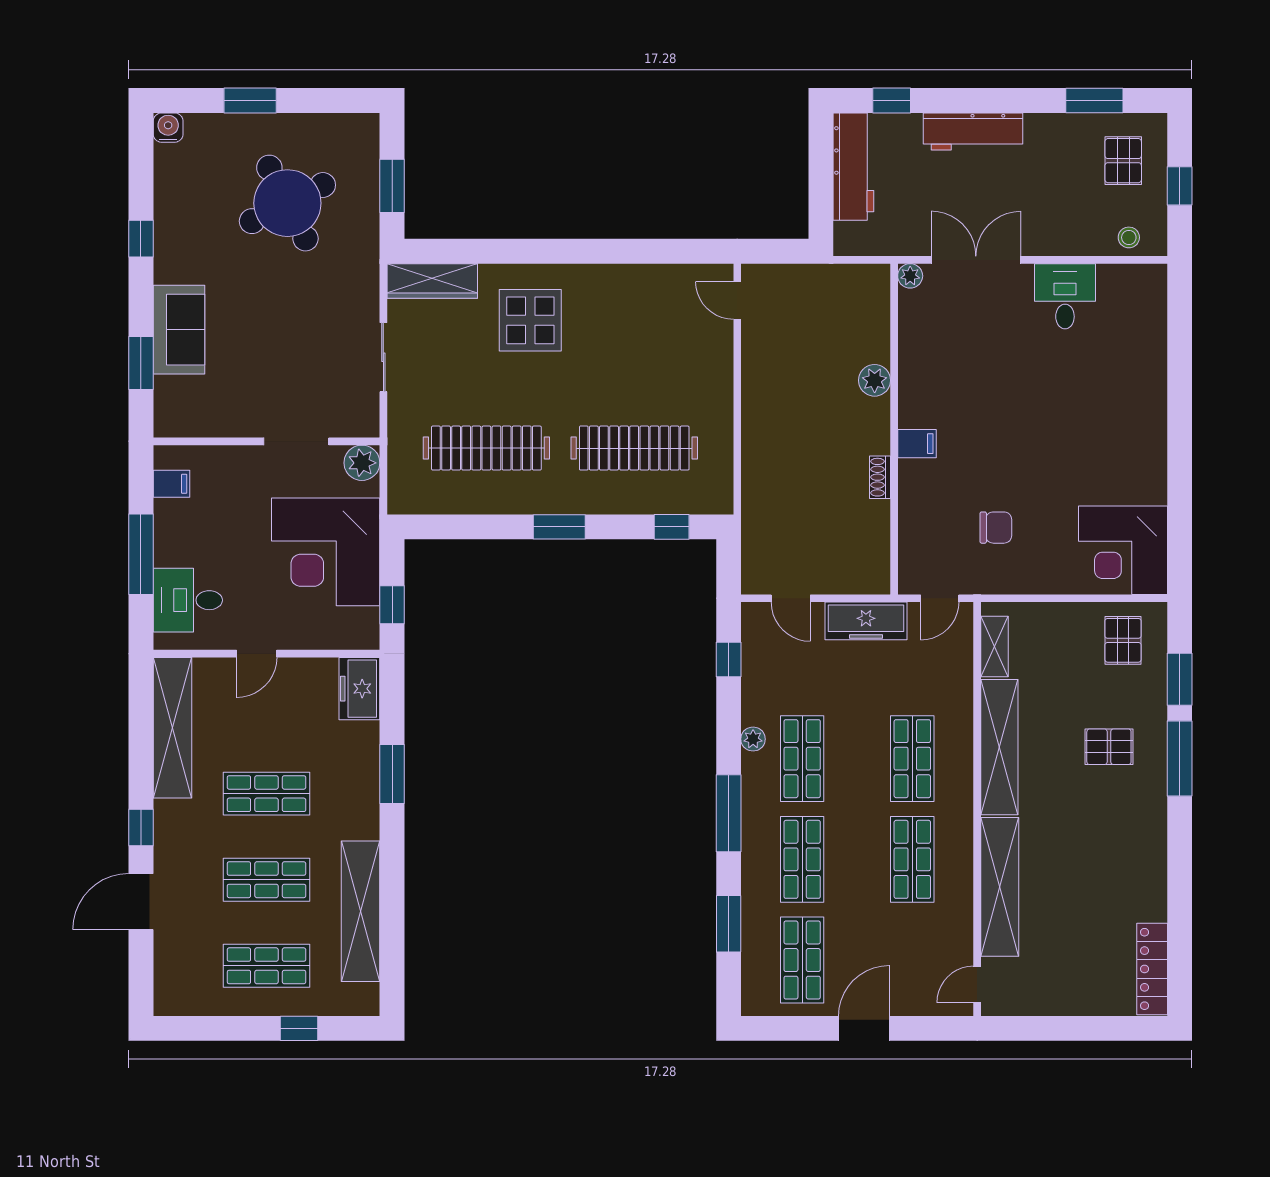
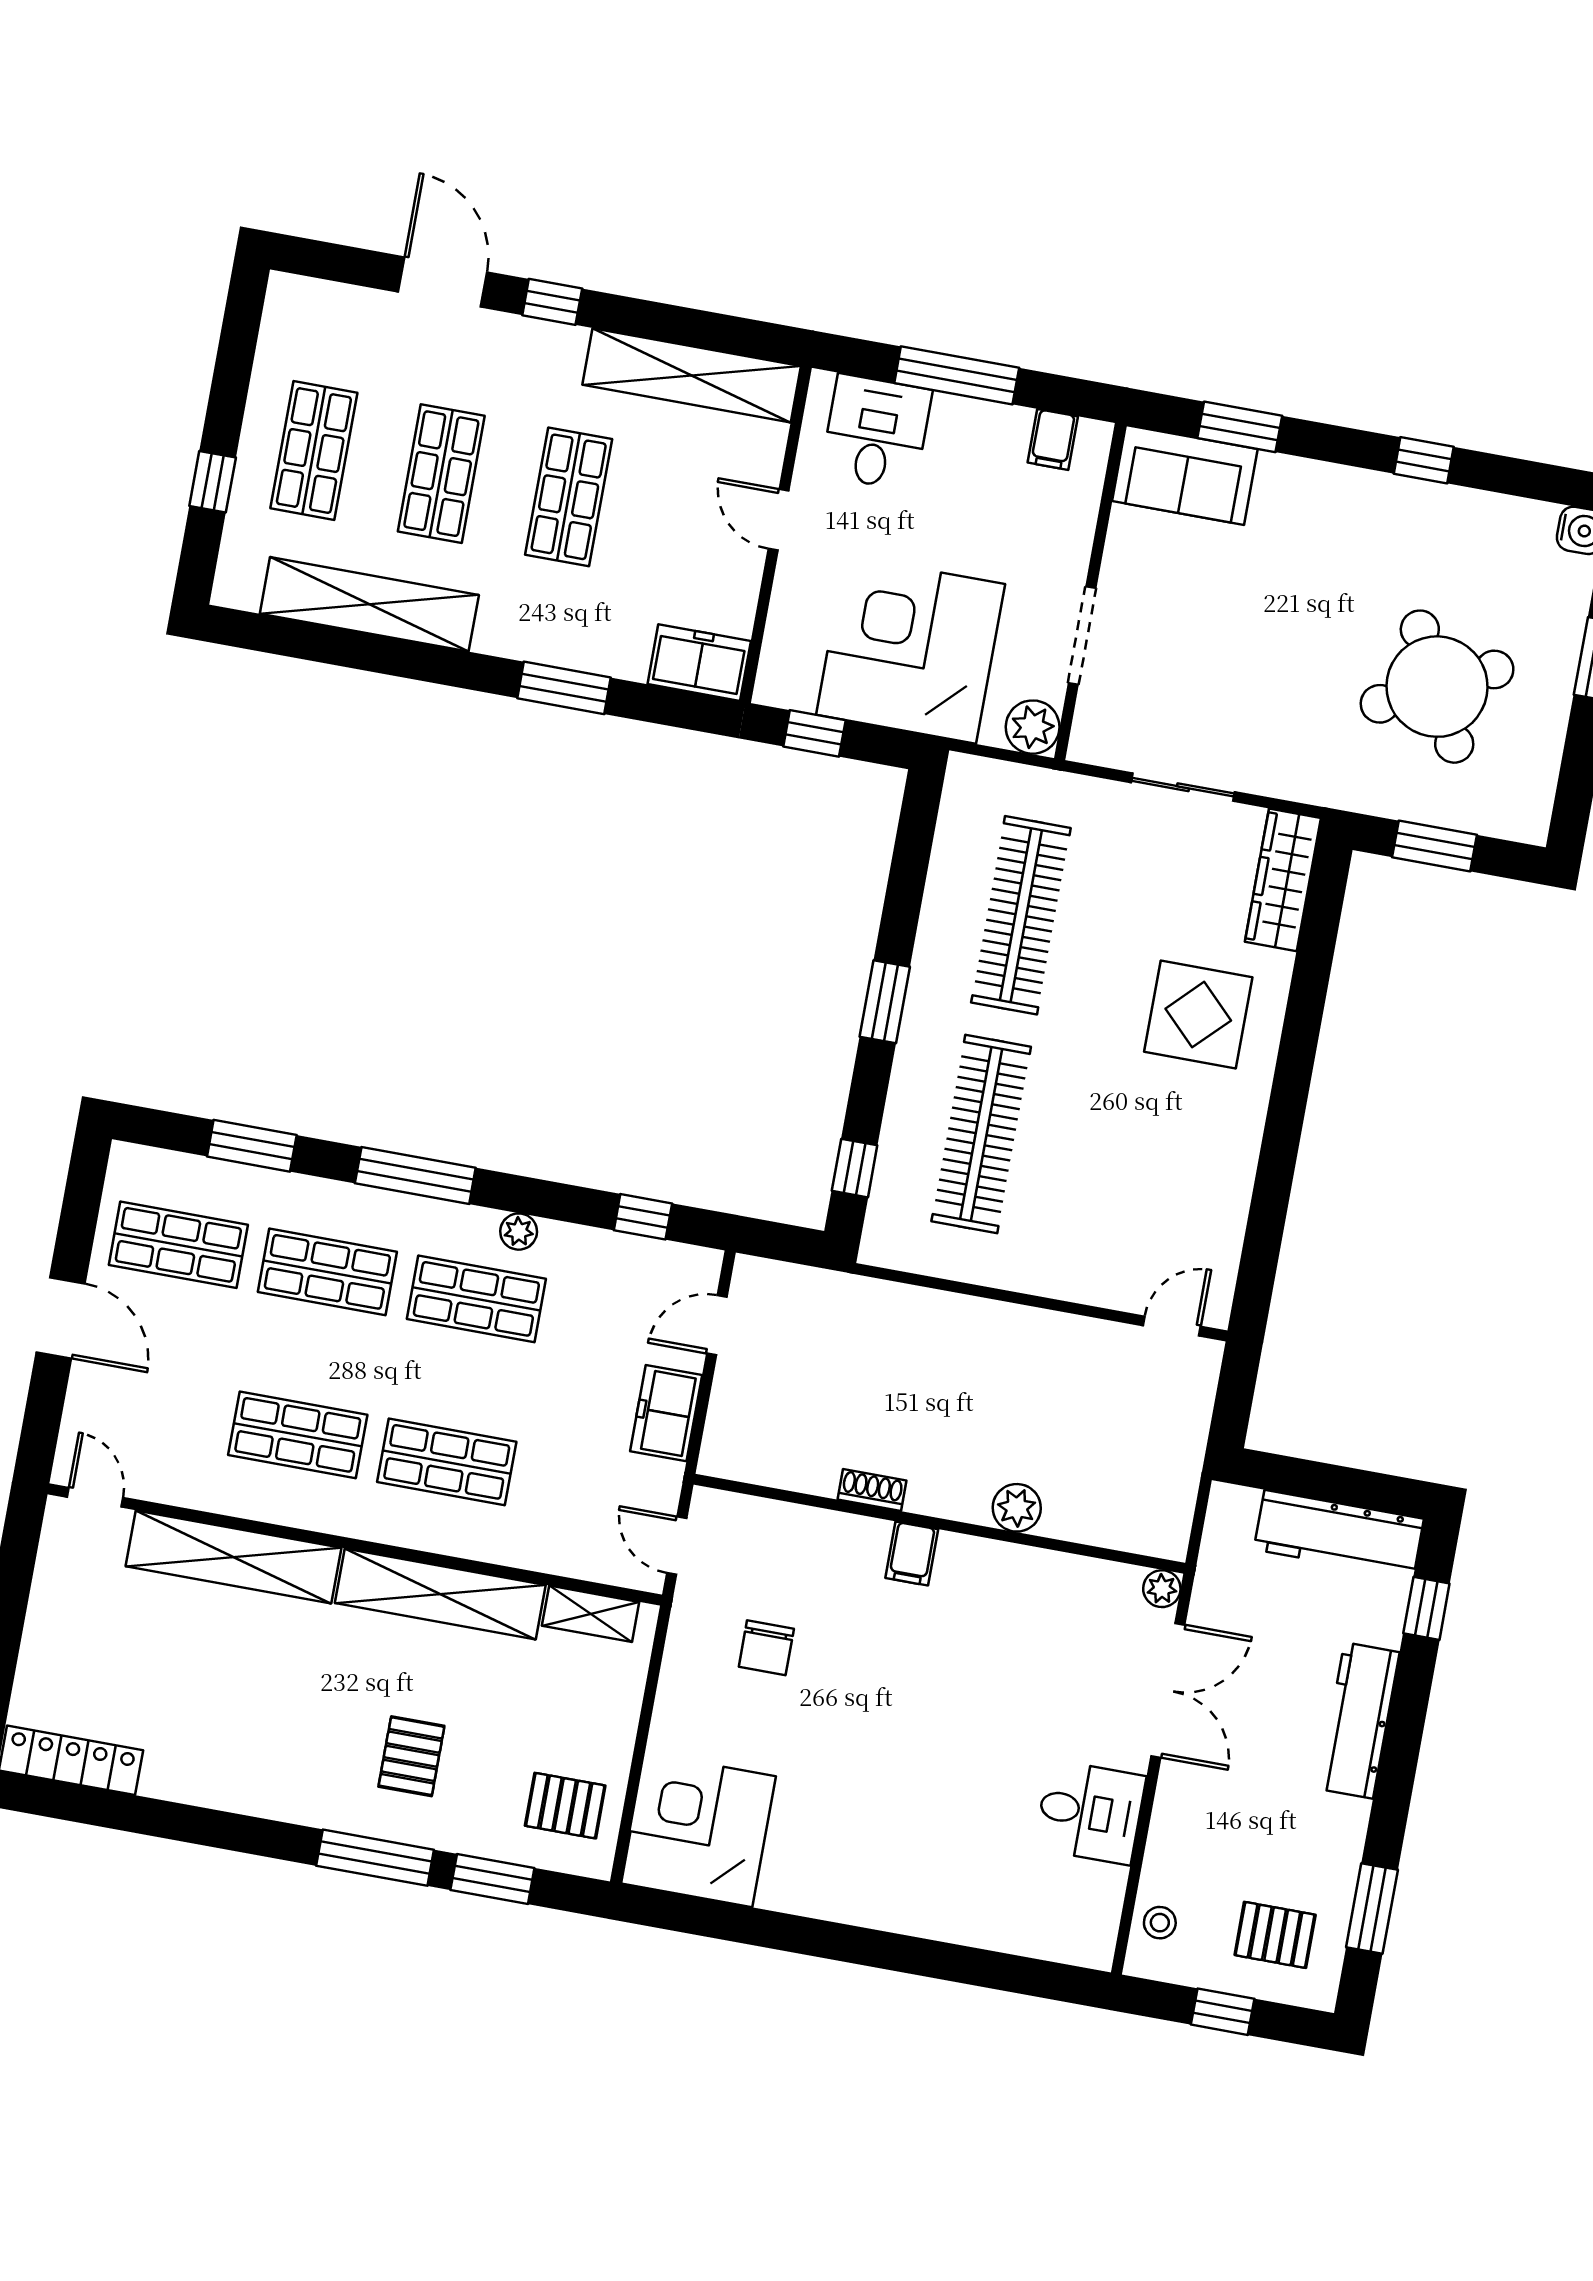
sofa: (179, 330) -> (1185, 475), moved
freezer: (866, 621) -> (666, 1413), width x0.71

